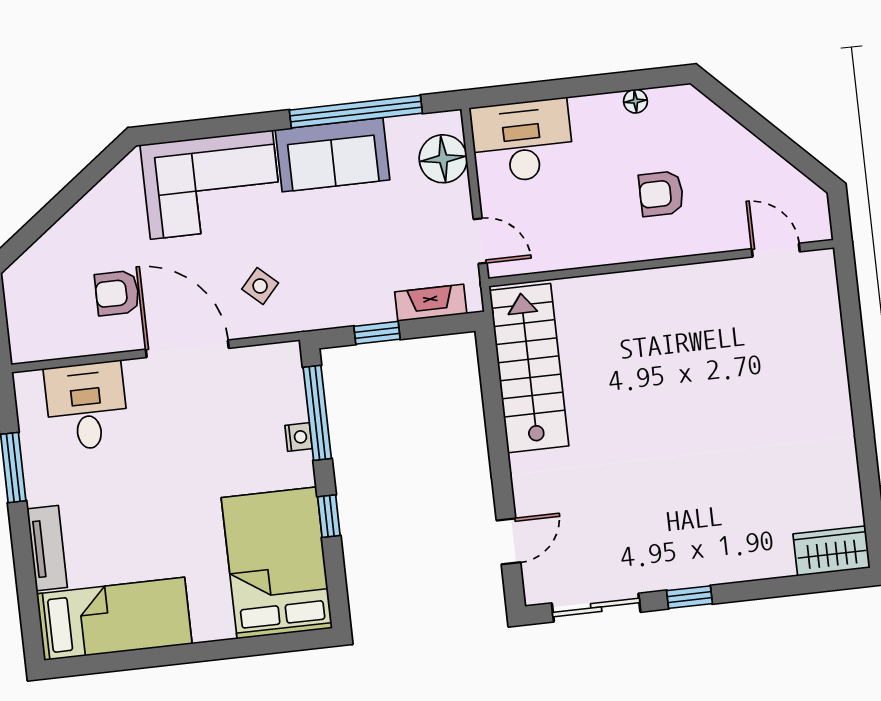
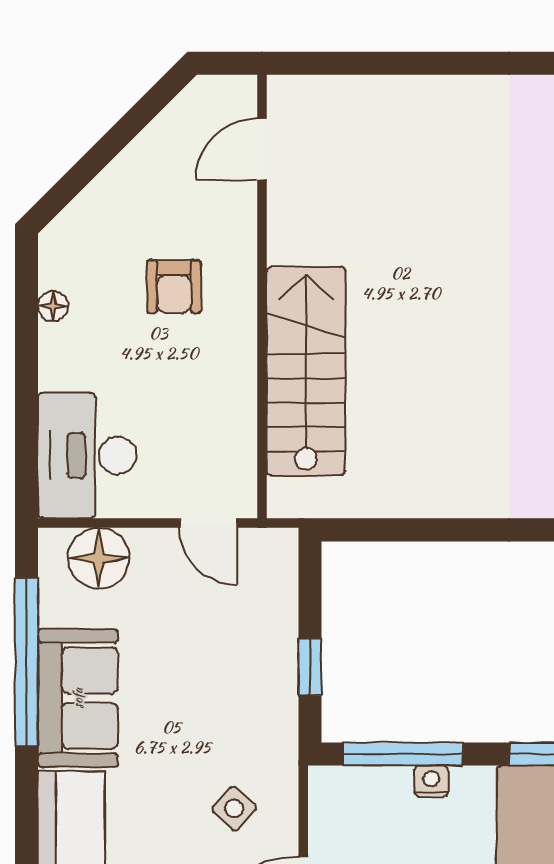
door: (480, 241) -> (208, 523), swing flipped
fireplace: (431, 303) -> (280, 594), removed
stairs: (529, 368) -> (306, 371), moved, turned 90

